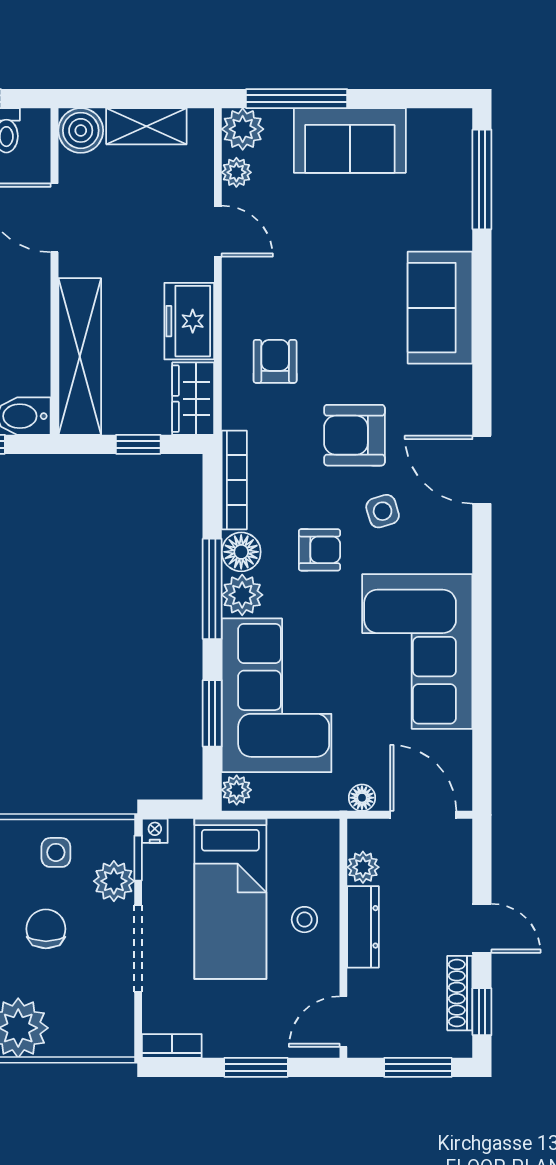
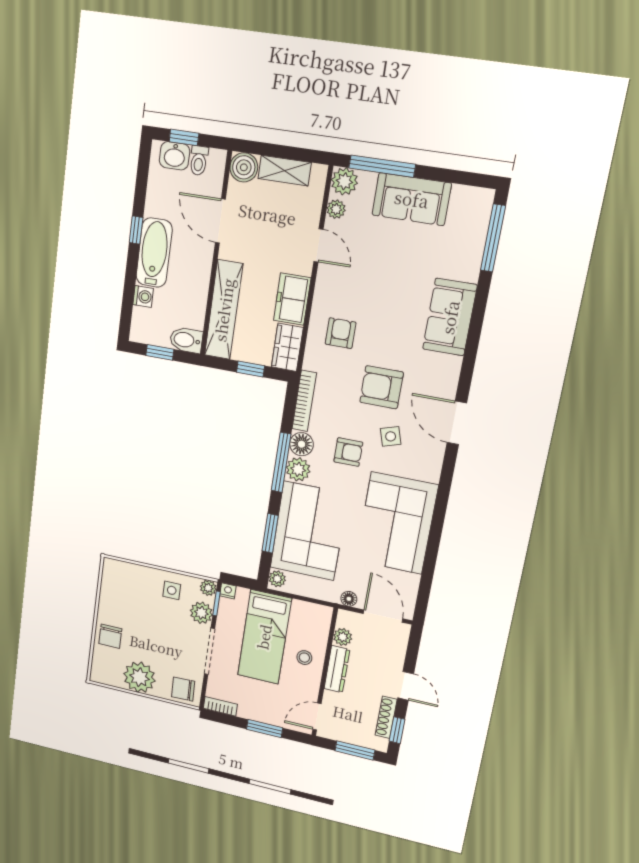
plant: (120, 833) -> (208, 588), added
chair: (46, 929) -> (183, 689), moved, turned -92

